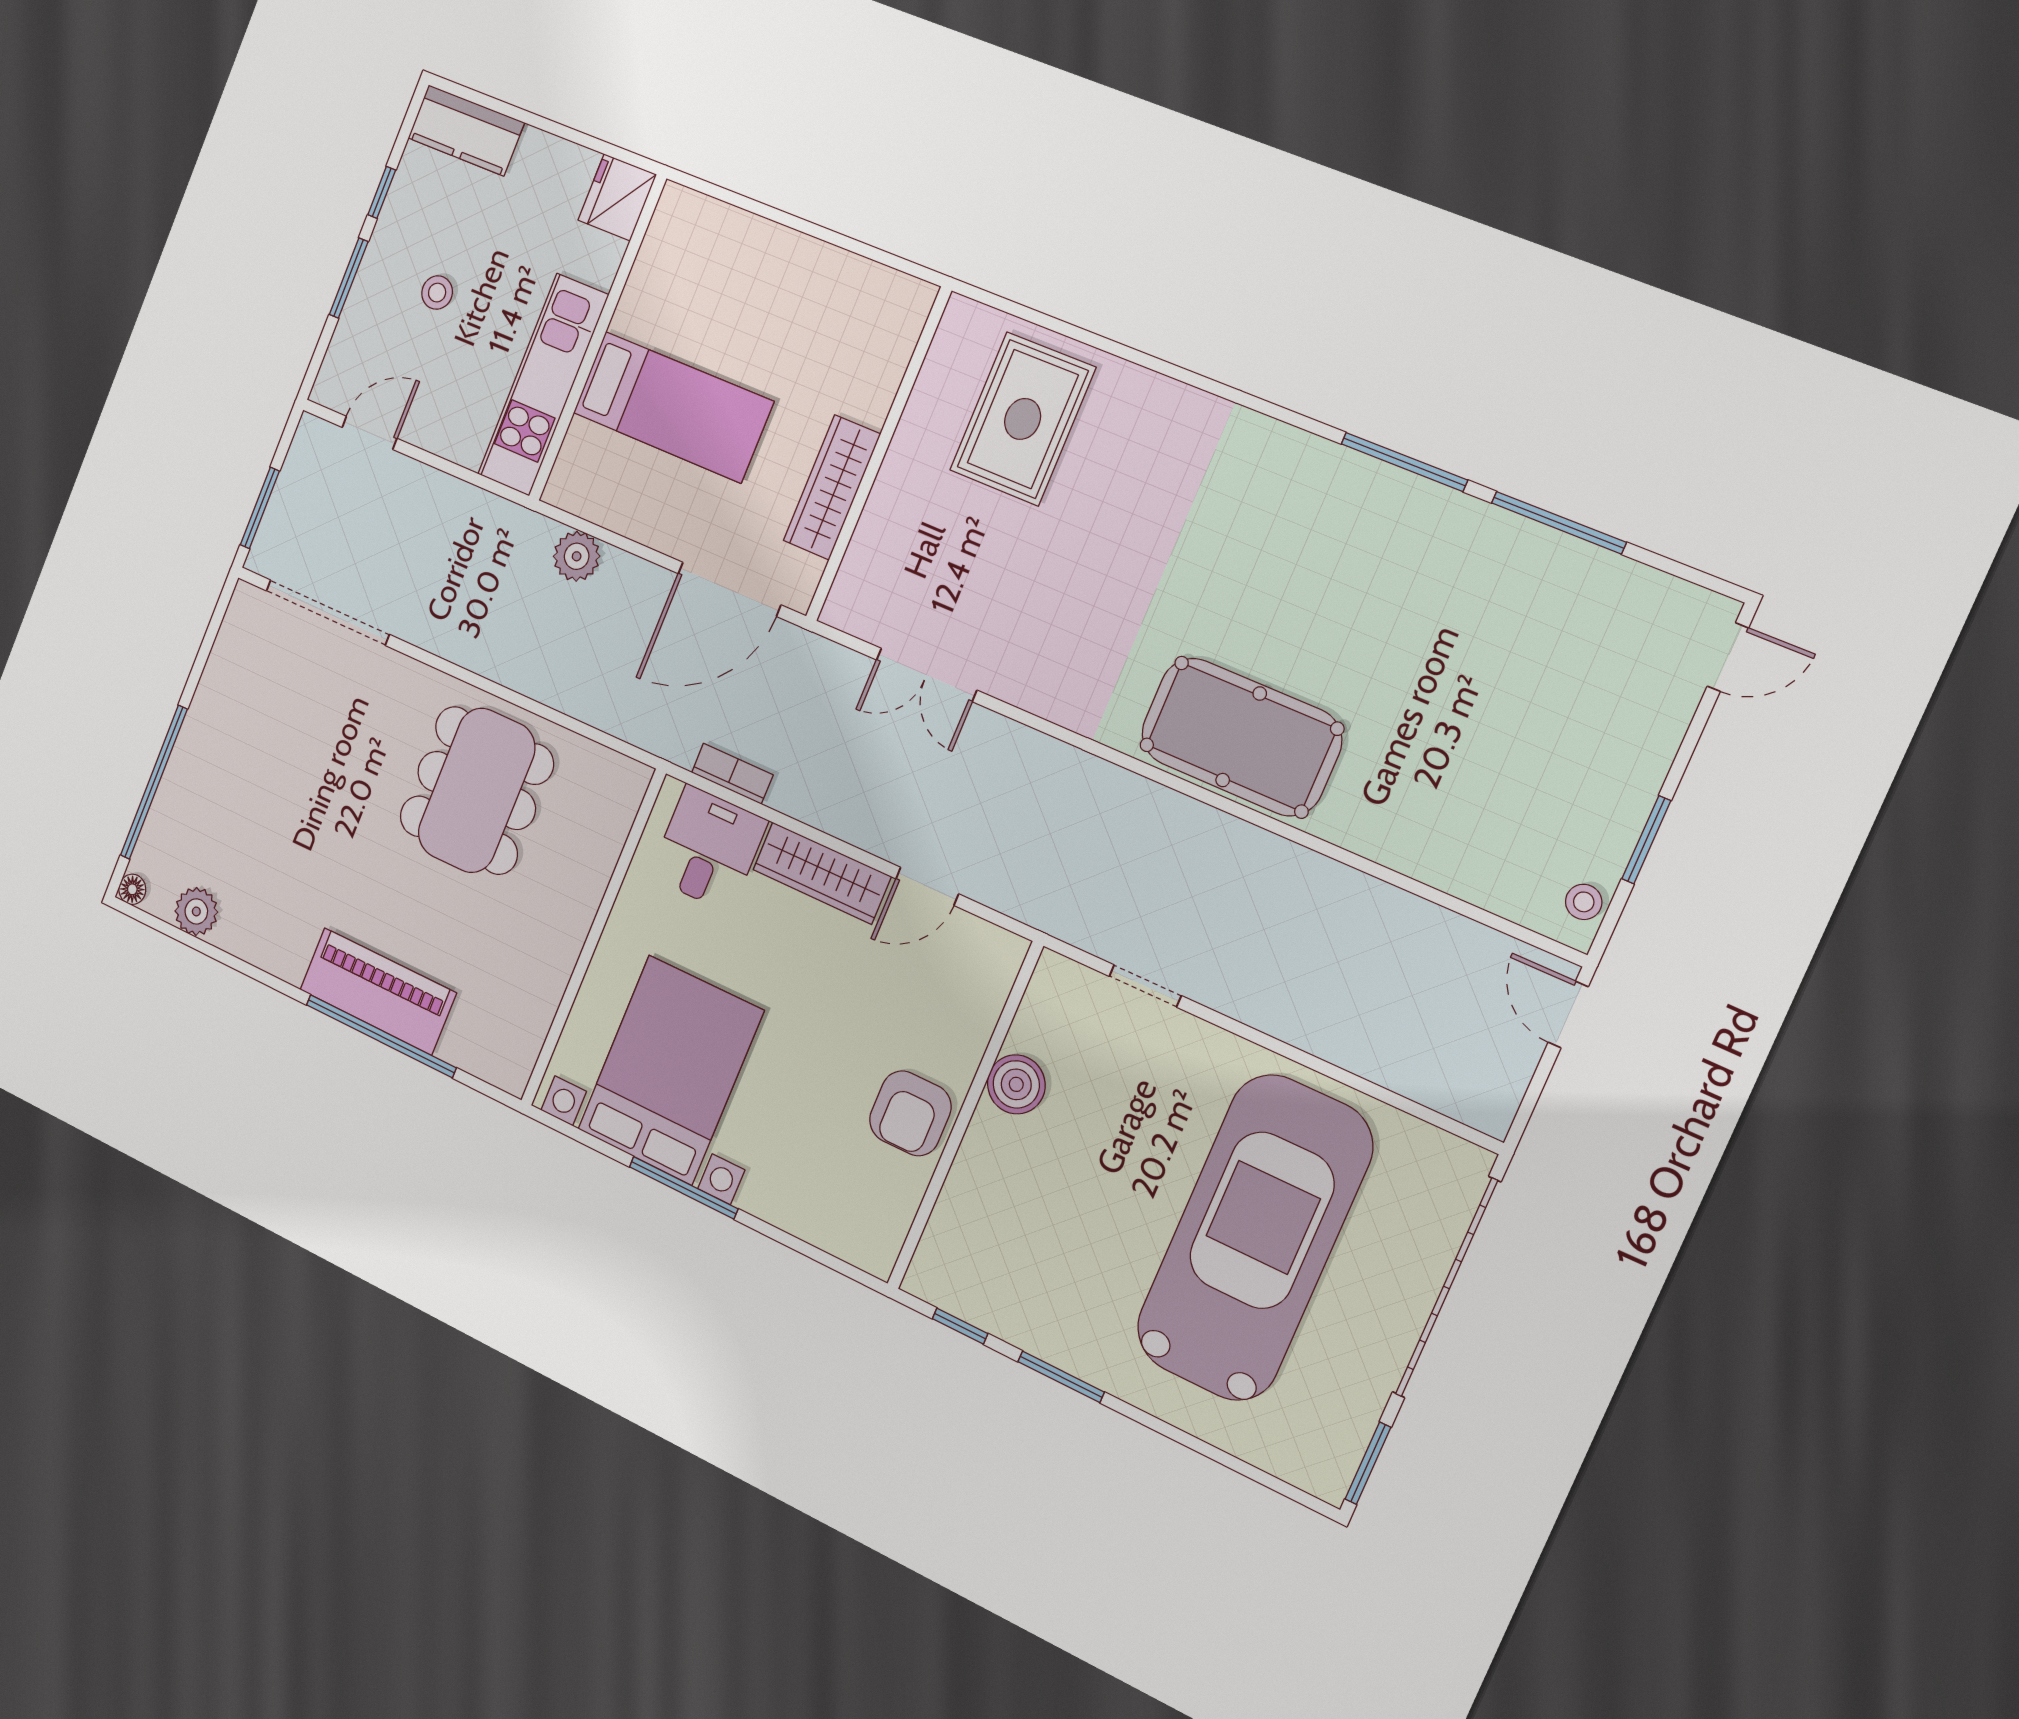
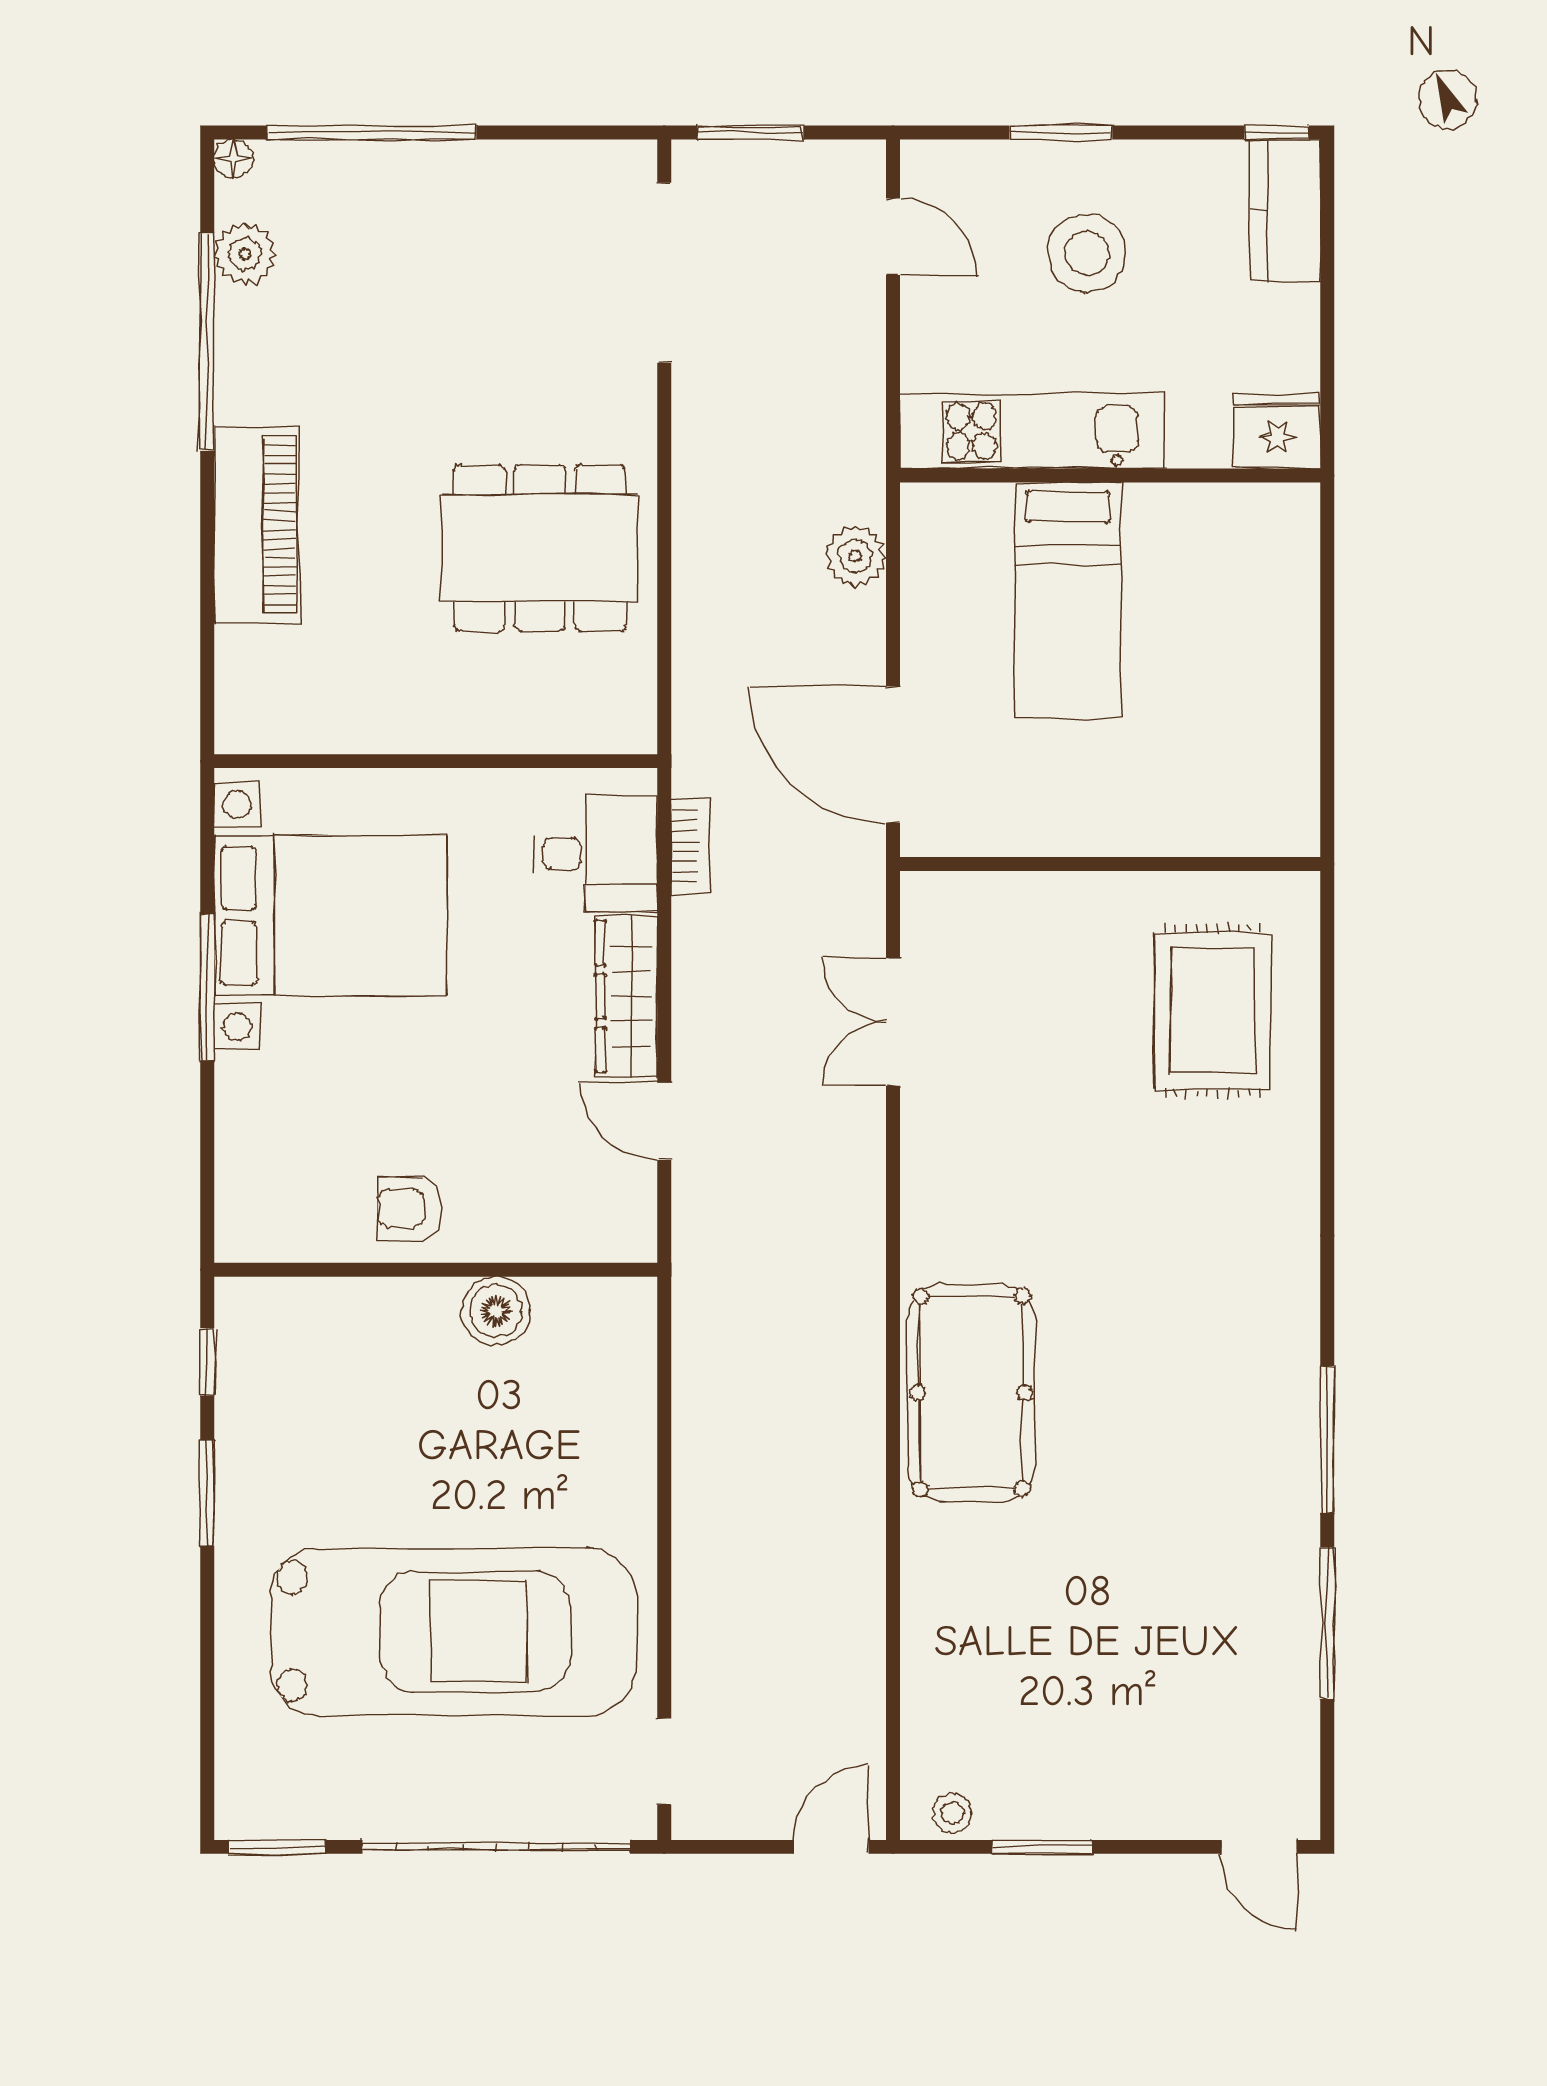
window: (382, 192) -> (1277, 133), moved
stool: (437, 293) -> (1087, 253), width x1.89, depth x1.89
rug: (1023, 419) -> (1212, 1011), turned 90
wardrobe: (832, 487) -> (1053, 826), removed
doorway: (1145, 986) -> (664, 1761), moved
window: (381, 1036) -> (207, 342), moved
armchair: (910, 1113) -> (410, 1208), width x0.72, depth x0.72

